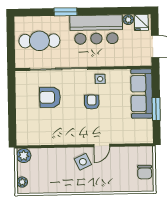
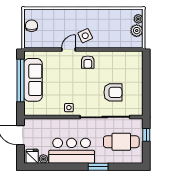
window: (11, 49) -> (146, 135), added
sofa: (142, 94) -> (33, 80), moved
armchair: (92, 102) -> (88, 62), moved
window: (156, 109) -> (20, 81), width x2.11
plant: (24, 156) -> (137, 31), moved

